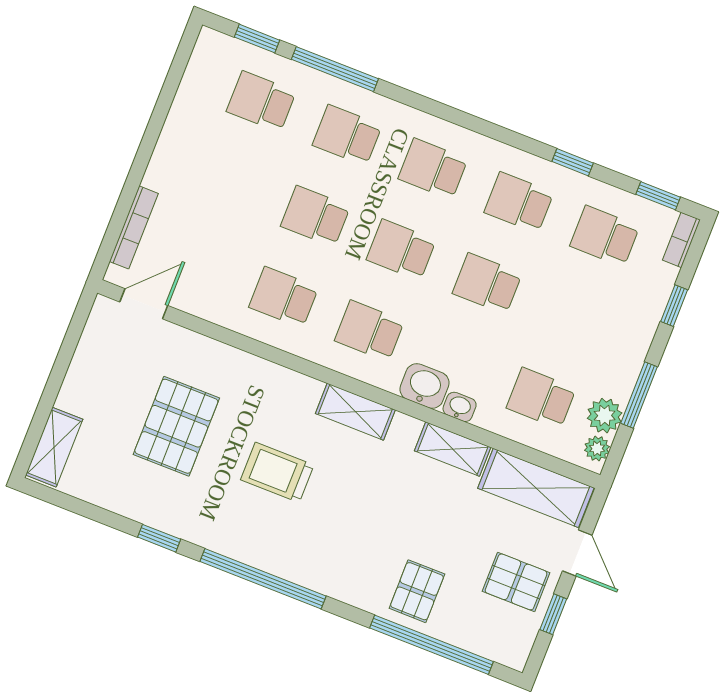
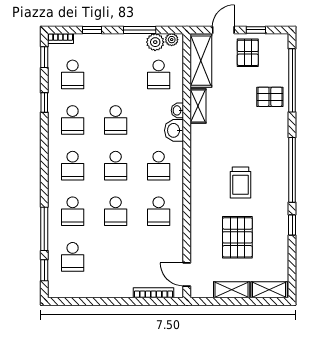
shelving: (355, 412) -> (232, 290), moved, turned 90
pallet: (176, 426) -> (237, 237), turned 90

